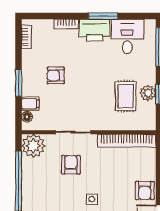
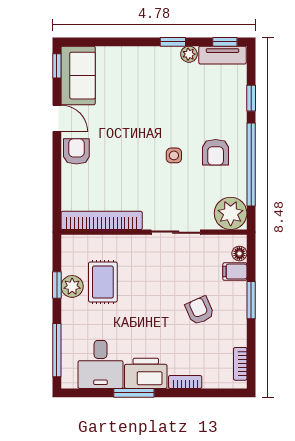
armchair: (56, 76) -> (200, 311), turned -114
armchair: (71, 165) -> (216, 152), moved
side table: (92, 199) -> (174, 155), moved

